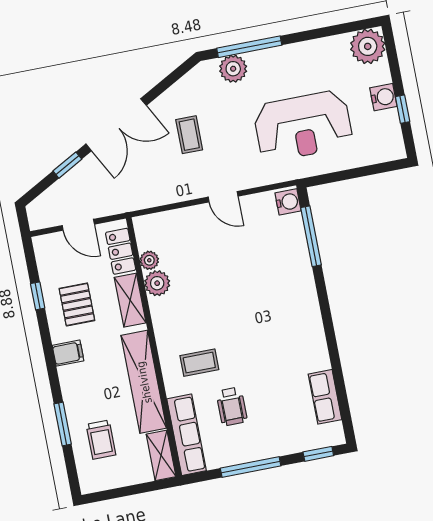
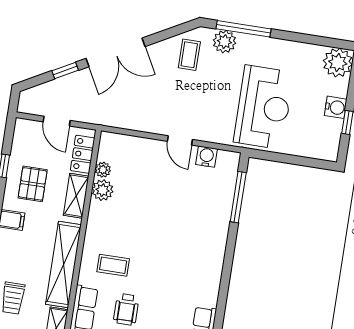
reception desk: (303, 126) -> (264, 107), turned -90
coffee table: (189, 135) -> (189, 55), moved
water cooler: (288, 202) -> (206, 157), moved, turned -90

